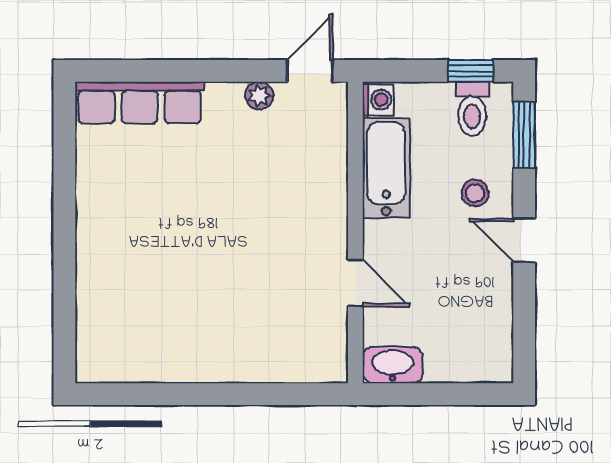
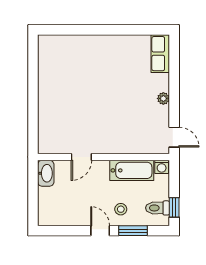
plant: (259, 96) -> (163, 98), moved
row of seats: (140, 102) -> (160, 54), width x0.68
window: (524, 135) -> (133, 231), moved
door: (524, 240) -> (100, 231), hinge flipped

